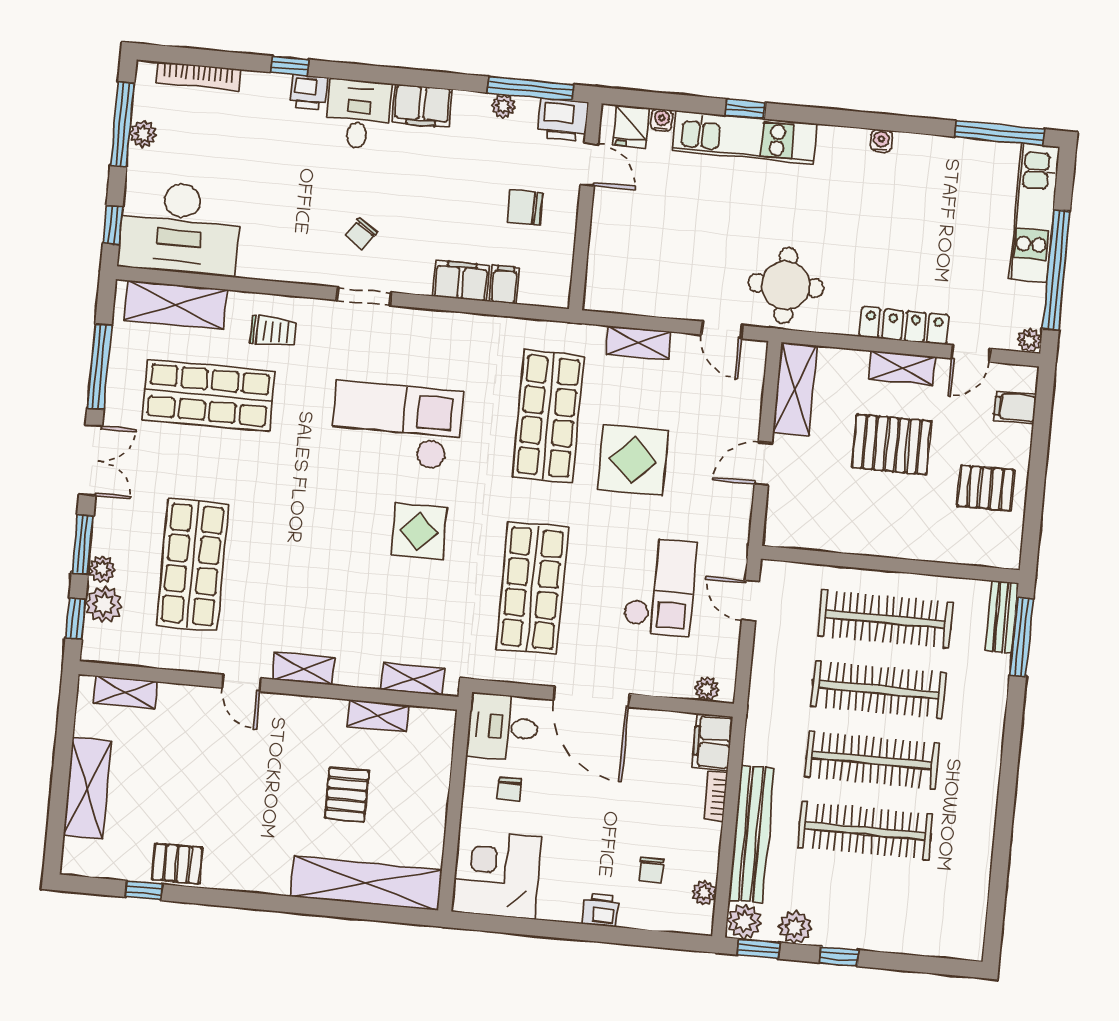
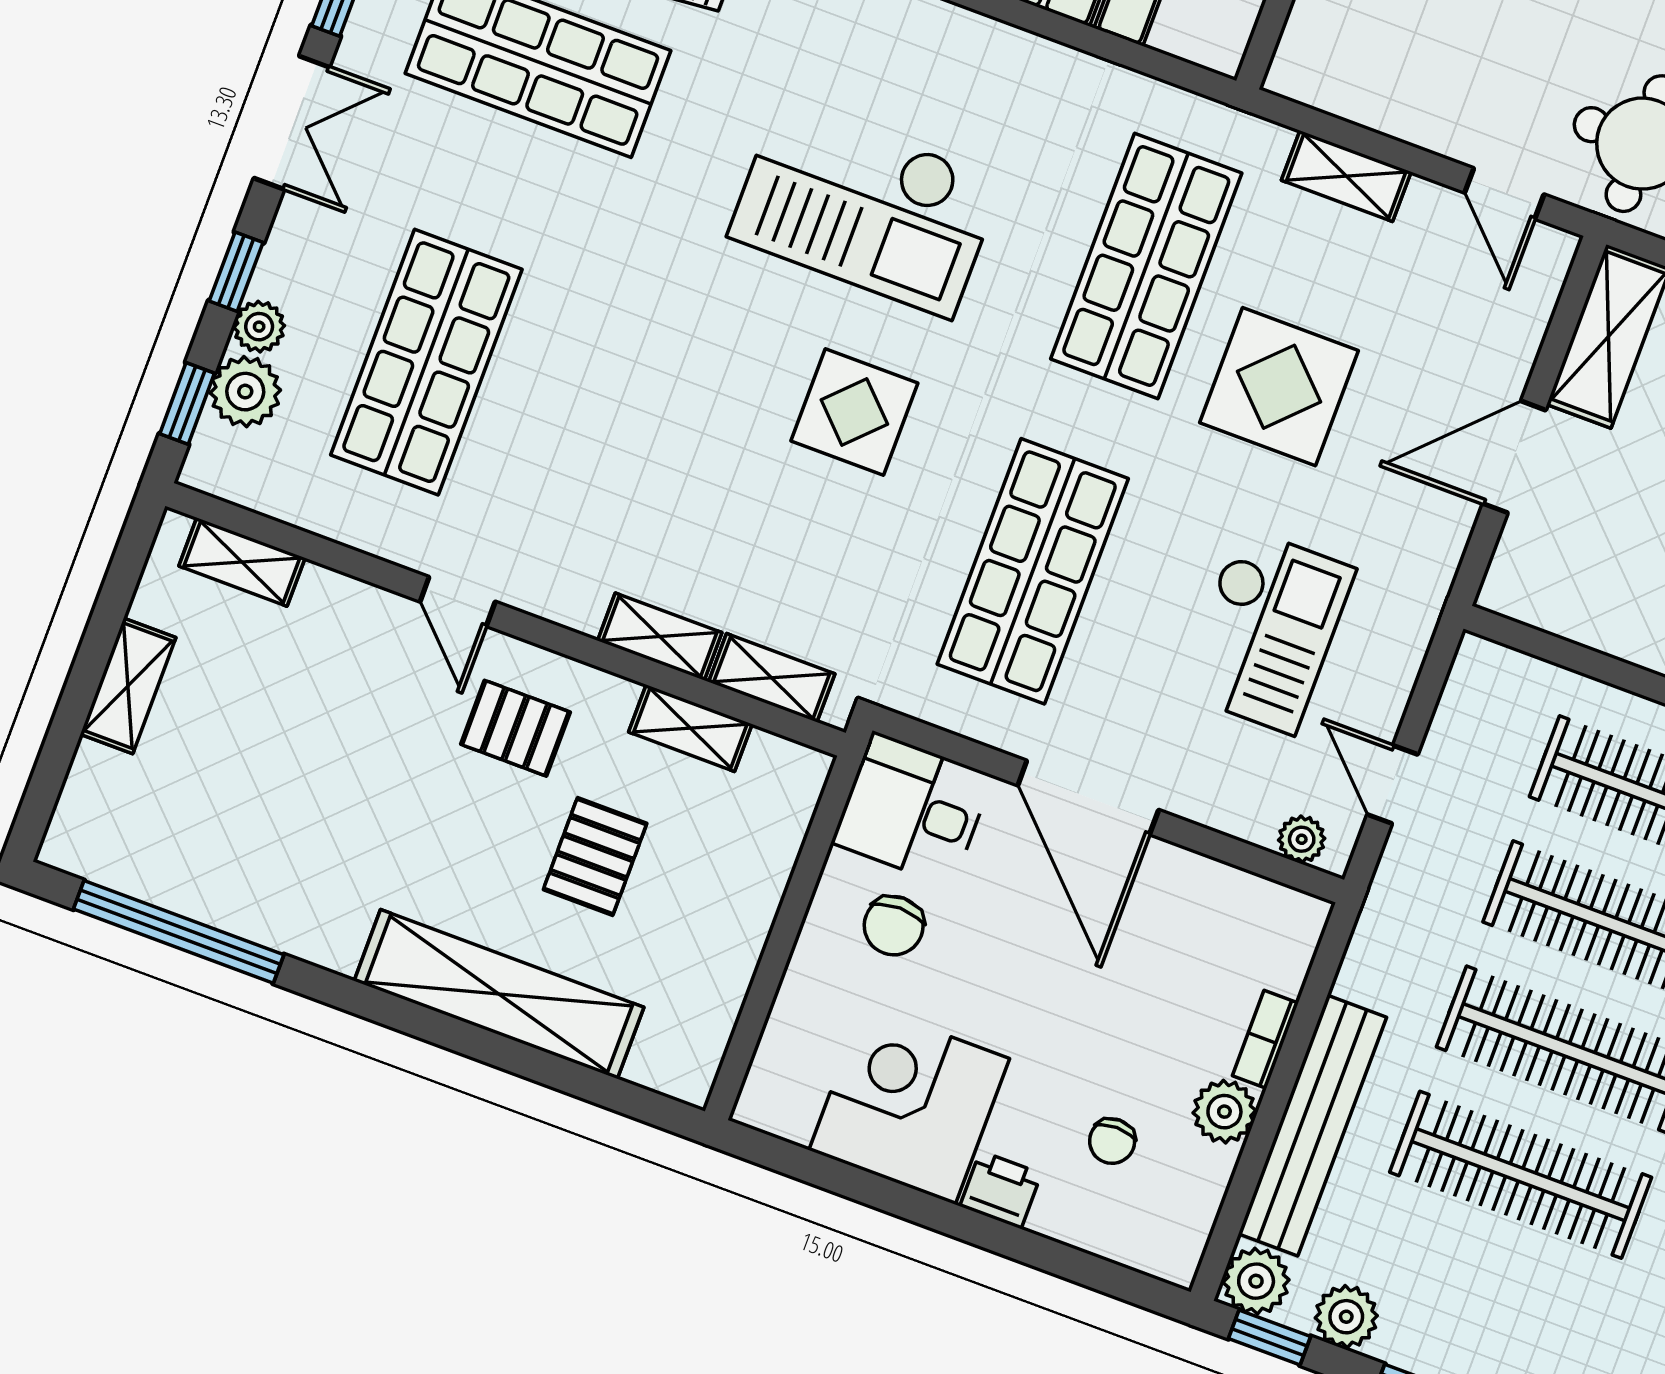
checkout: (396, 425) -> (865, 208), turned 180
door: (763, 464) -> (1514, 457), width x1.38
window: (83, 544) -> (236, 272), width x0.67
door: (750, 601) -> (1393, 785), moved
shelving: (304, 669) -> (660, 637), moved
filing cabinet: (712, 742) -> (1286, 939), removed
shelving: (87, 788) -> (128, 686), width x0.67, depth x0.75
chair: (510, 789) -> (894, 926), width x1.37, depth x1.37
pallet: (177, 864) -> (515, 728), moved
corner desk: (497, 874) -> (909, 1104), moved
shelving: (366, 883) -> (499, 994), moved
window: (144, 891) -> (179, 932), width x3.17
plant: (704, 893) -> (1224, 1112), moved, width x1.38, depth x1.38

